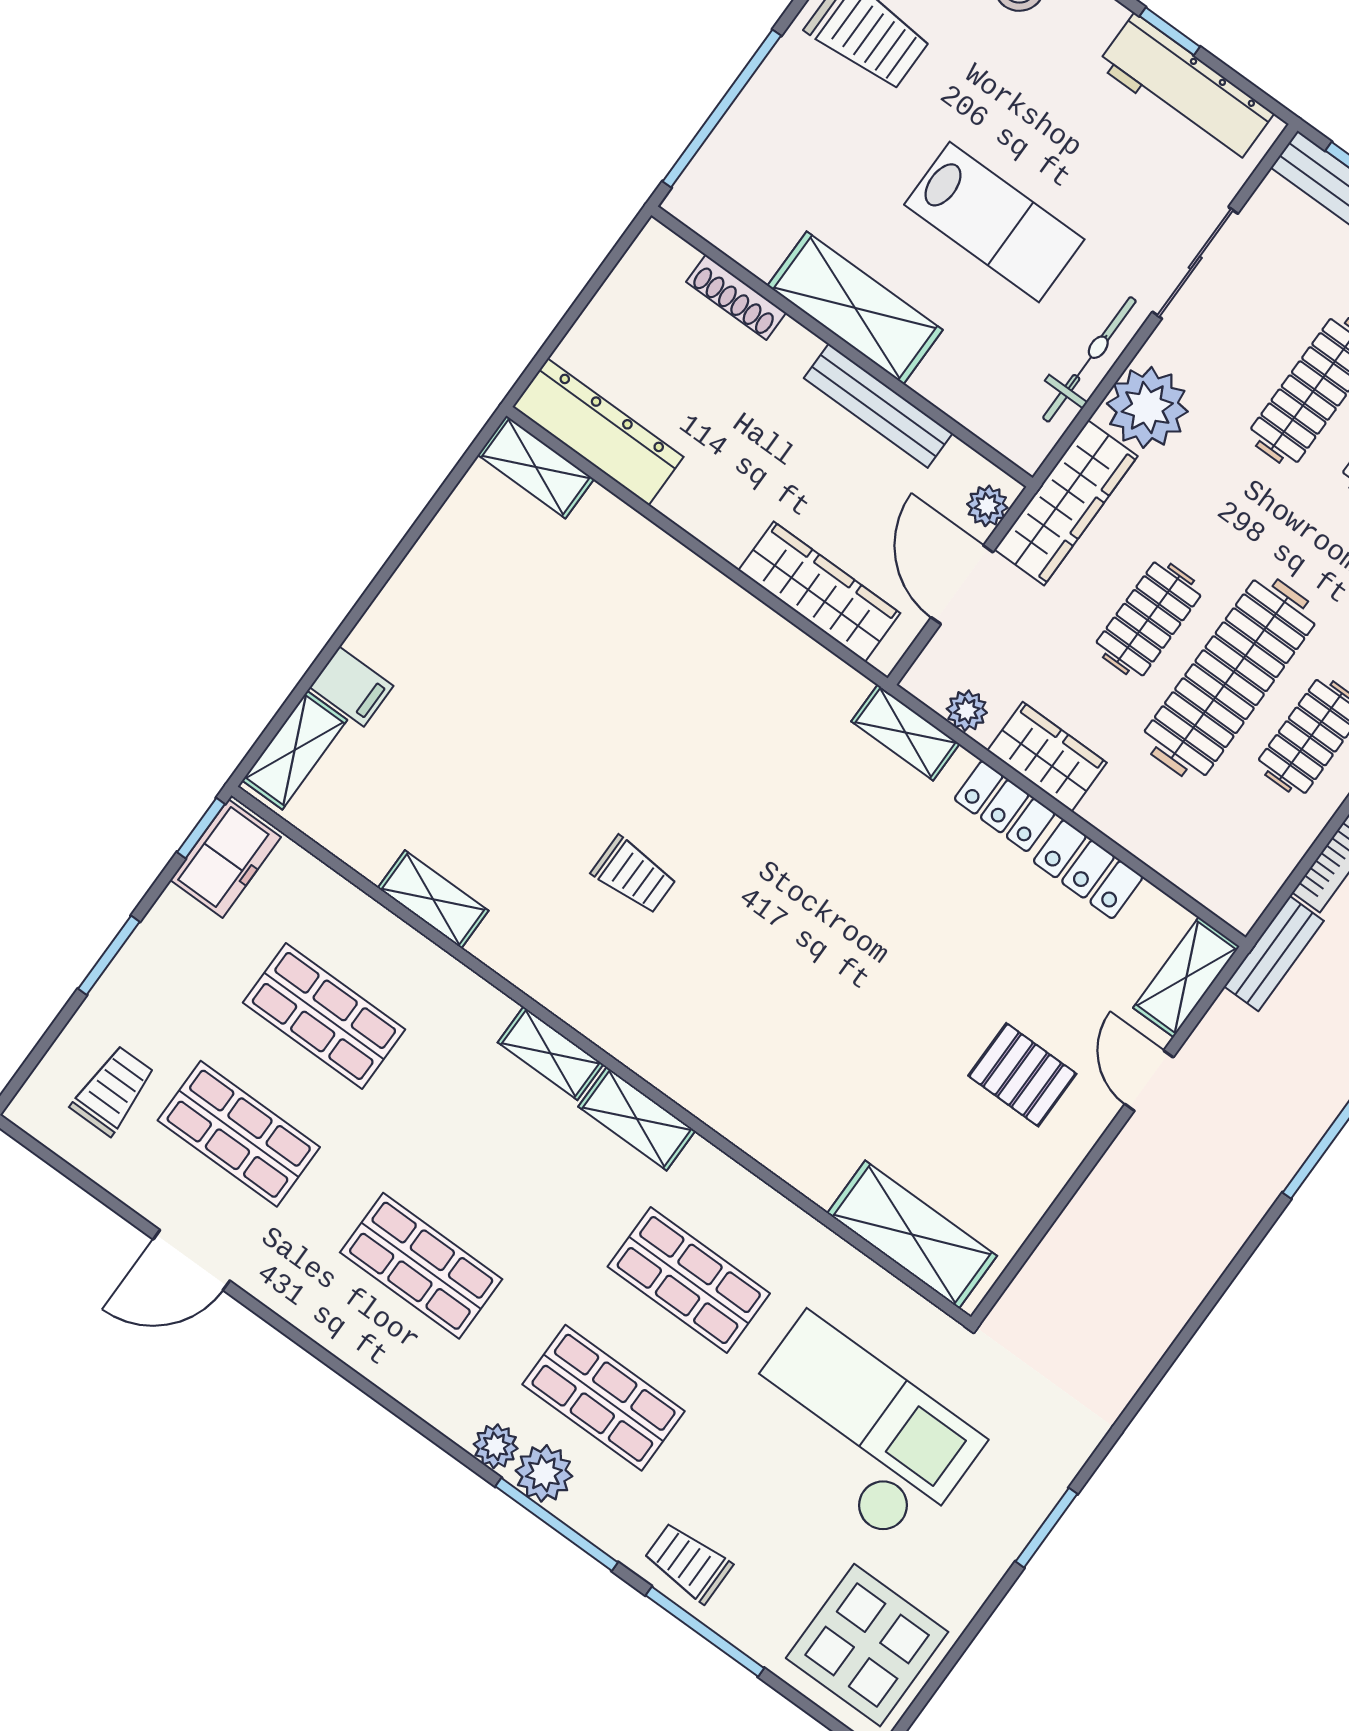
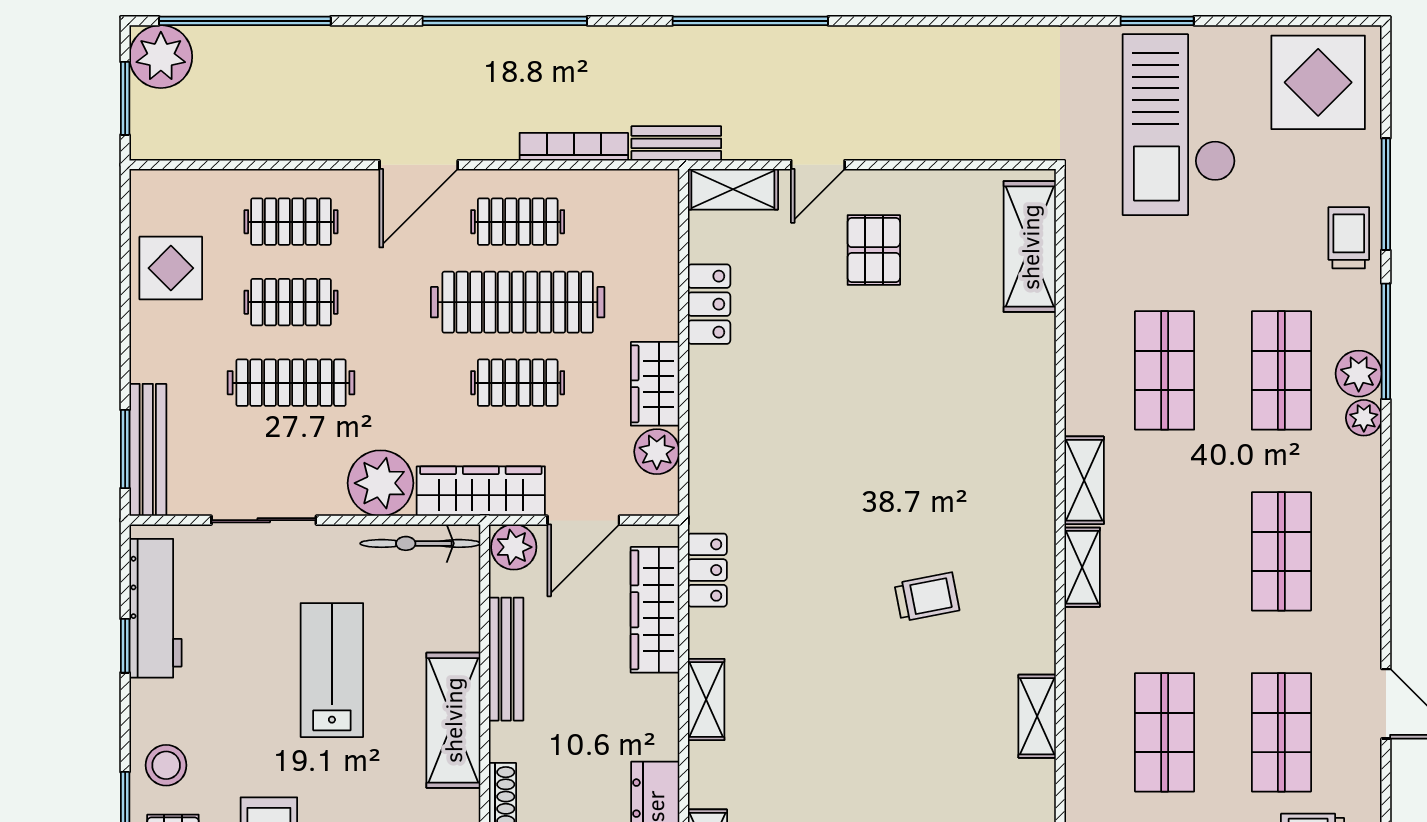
bicycle: (1089, 359) -> (420, 543), moved
plant: (987, 506) -> (514, 547), width x1.38, depth x1.38
plant: (967, 711) -> (657, 452), width x1.38, depth x1.38
shelving: (905, 733) -> (706, 699), moved
locker: (1005, 806) -> (707, 570), moved
trolley: (634, 875) -> (927, 597), turned 79
checkout: (856, 1431) -> (1179, 125), moved
trolley: (688, 1562) -> (1349, 238), turned 180

